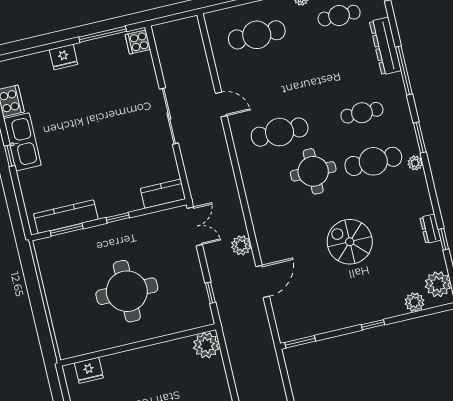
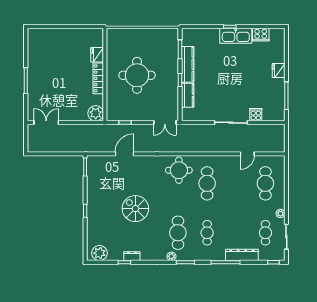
cooker: (138, 42) -> (256, 115), moved
door: (221, 104) -> (247, 154), moved
round table: (313, 171) -> (179, 170), moved
kitchen counter: (163, 194) -> (188, 95), moved
kitchen counter: (66, 217) -> (188, 64), moved
spiral stairs: (350, 242) -> (135, 209), turned -90
plant: (241, 245) -> (148, 146), removed
door: (263, 281) -> (124, 154), swing flipped
plant: (415, 302) -> (92, 237), removed
locker: (147, 355) -> (98, 78), added
fridge: (89, 370) -> (97, 55), moved

